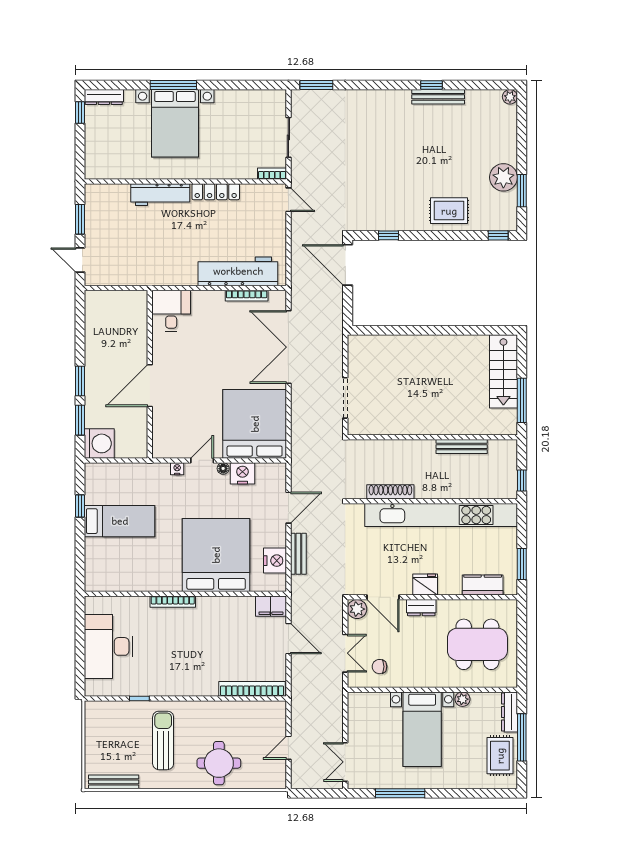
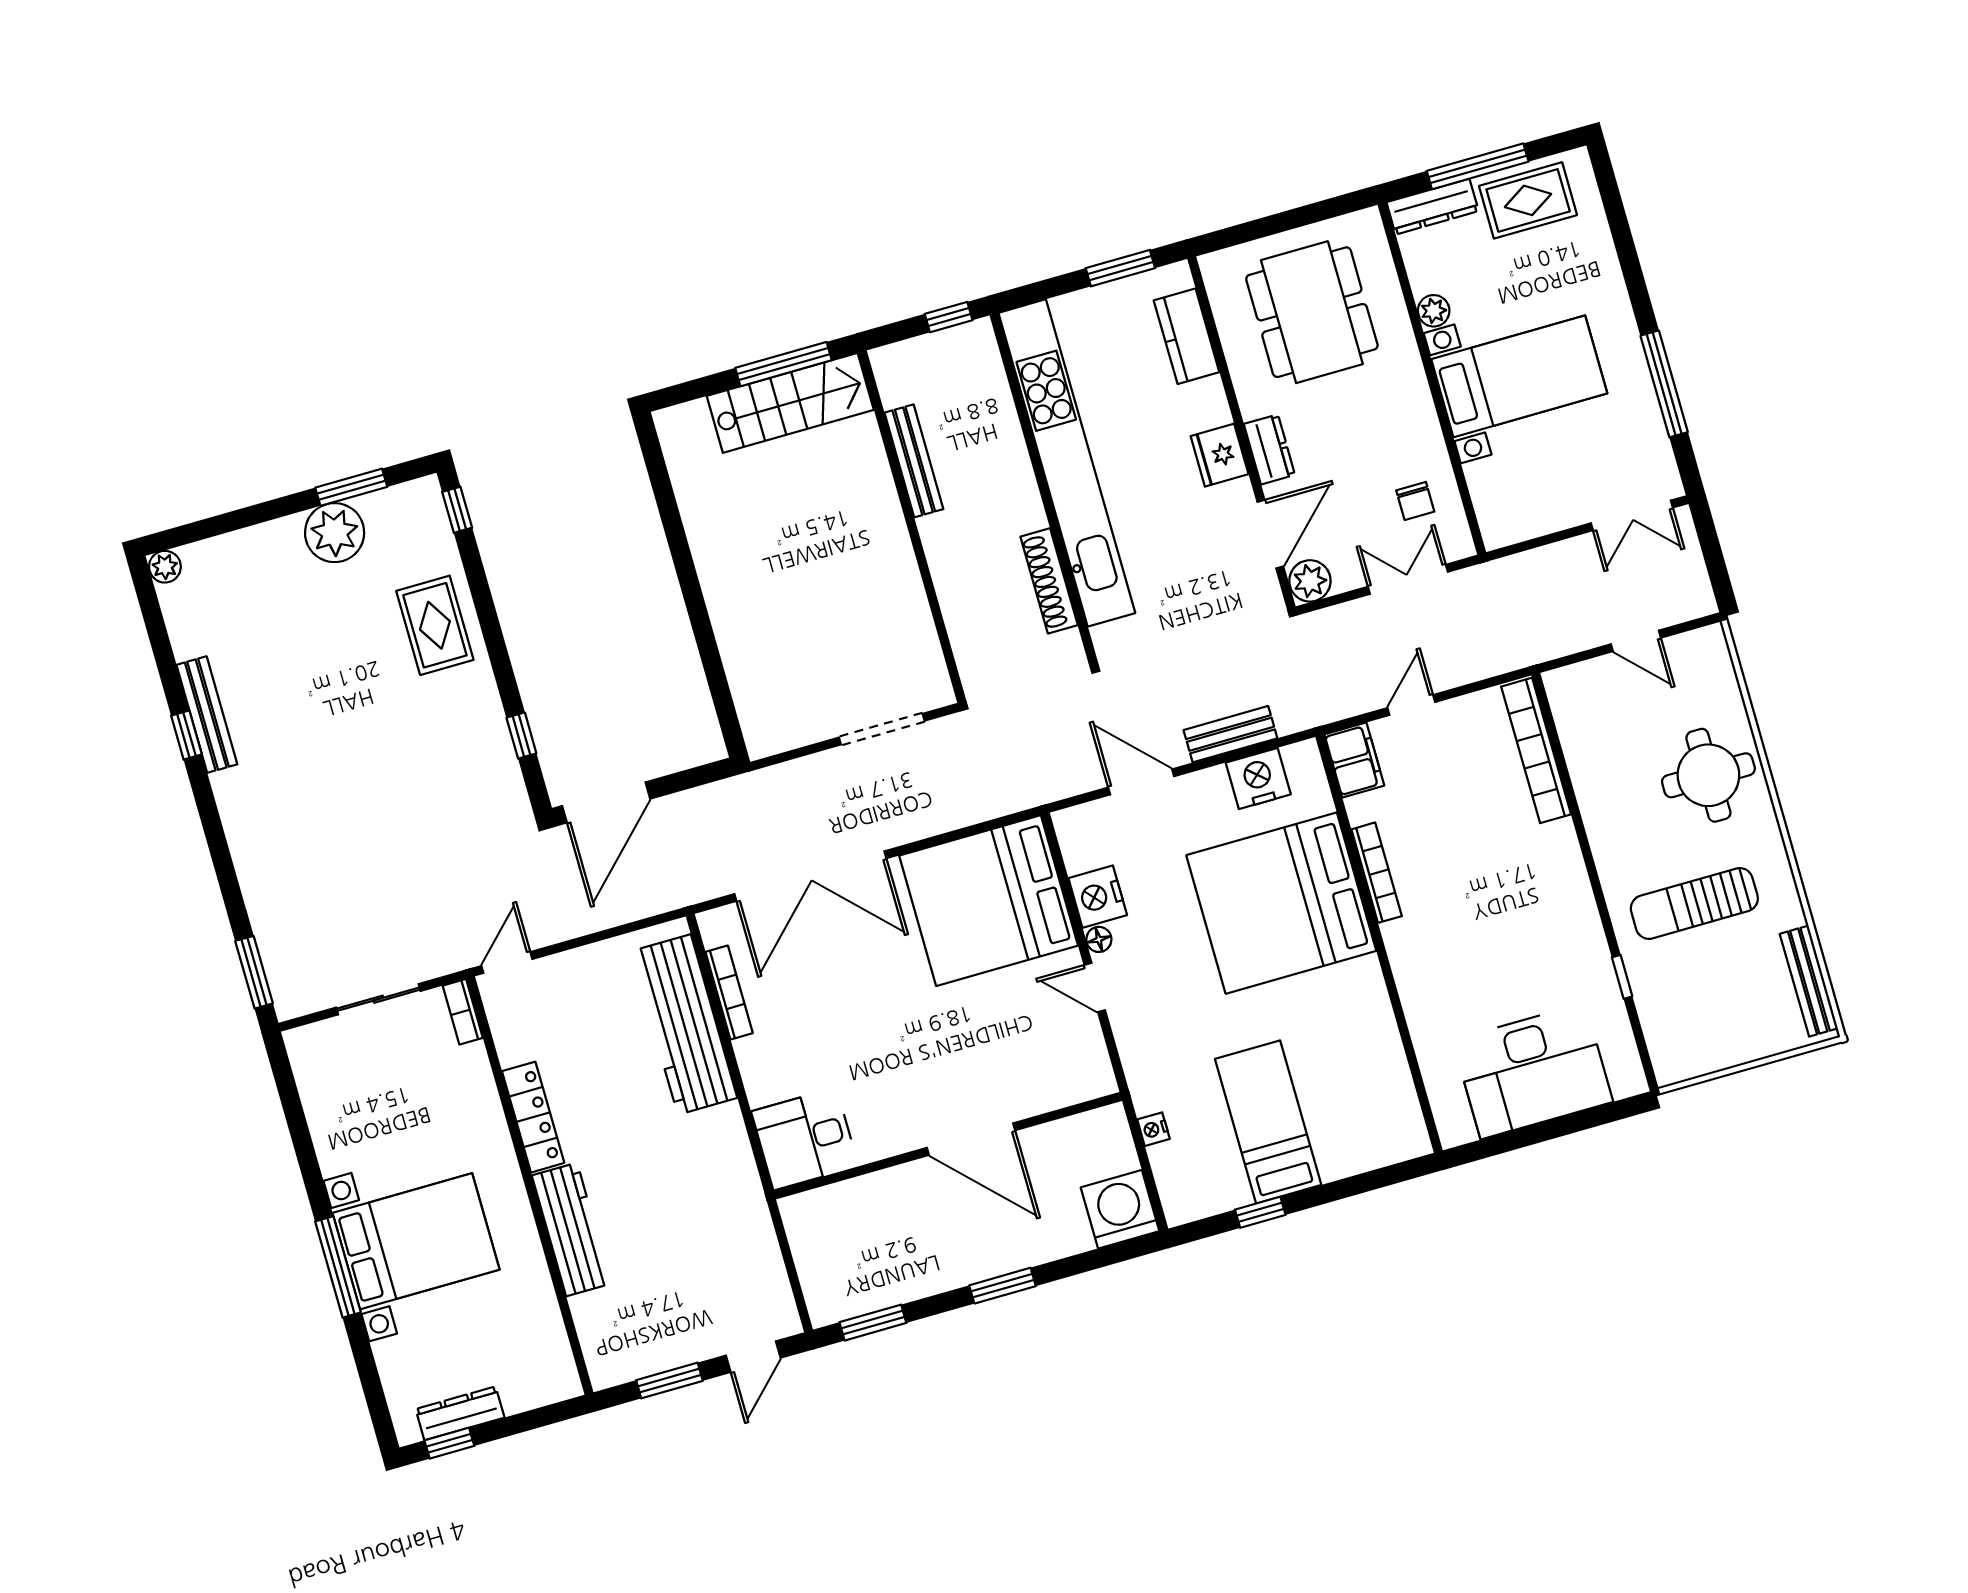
dresser: (104, 97) -> (460, 1413), moved, turned -90
stairs: (503, 371) -> (790, 403), moved
window: (80, 420) -> (873, 1323), moved
nightstand: (177, 469) -> (1153, 1129), moved
bookcase: (173, 602) -> (1377, 873), moved
door: (288, 639) -> (1411, 705), width x0.73

